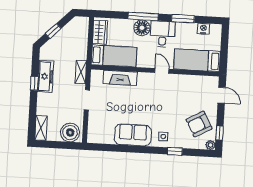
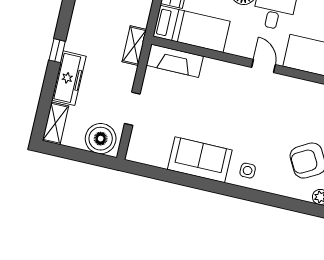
freezer: (46, 76) -> (69, 78), moved
fireplace: (120, 78) -> (175, 61), moved
doorway: (87, 100) -> (132, 109), moved
window: (175, 151) -> (262, 197), removed

